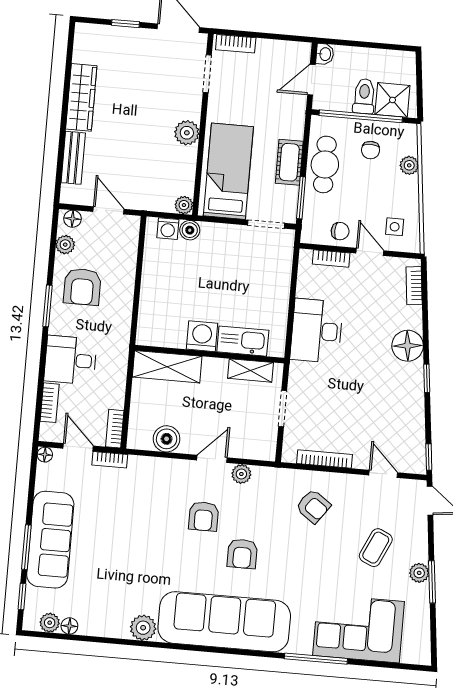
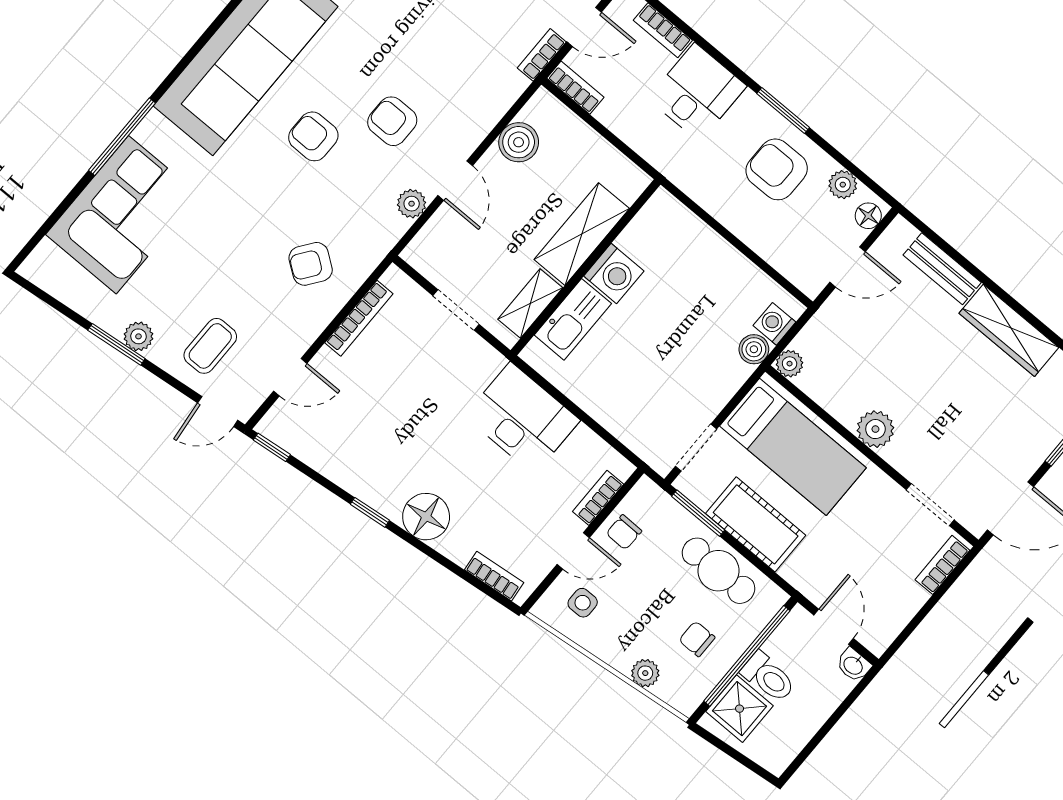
cot: (289, 162) -> (756, 524), width x1.37, depth x1.34
shelving: (167, 367) -> (582, 234), moved
coffee table: (376, 548) -> (210, 346), moved, turned 65

